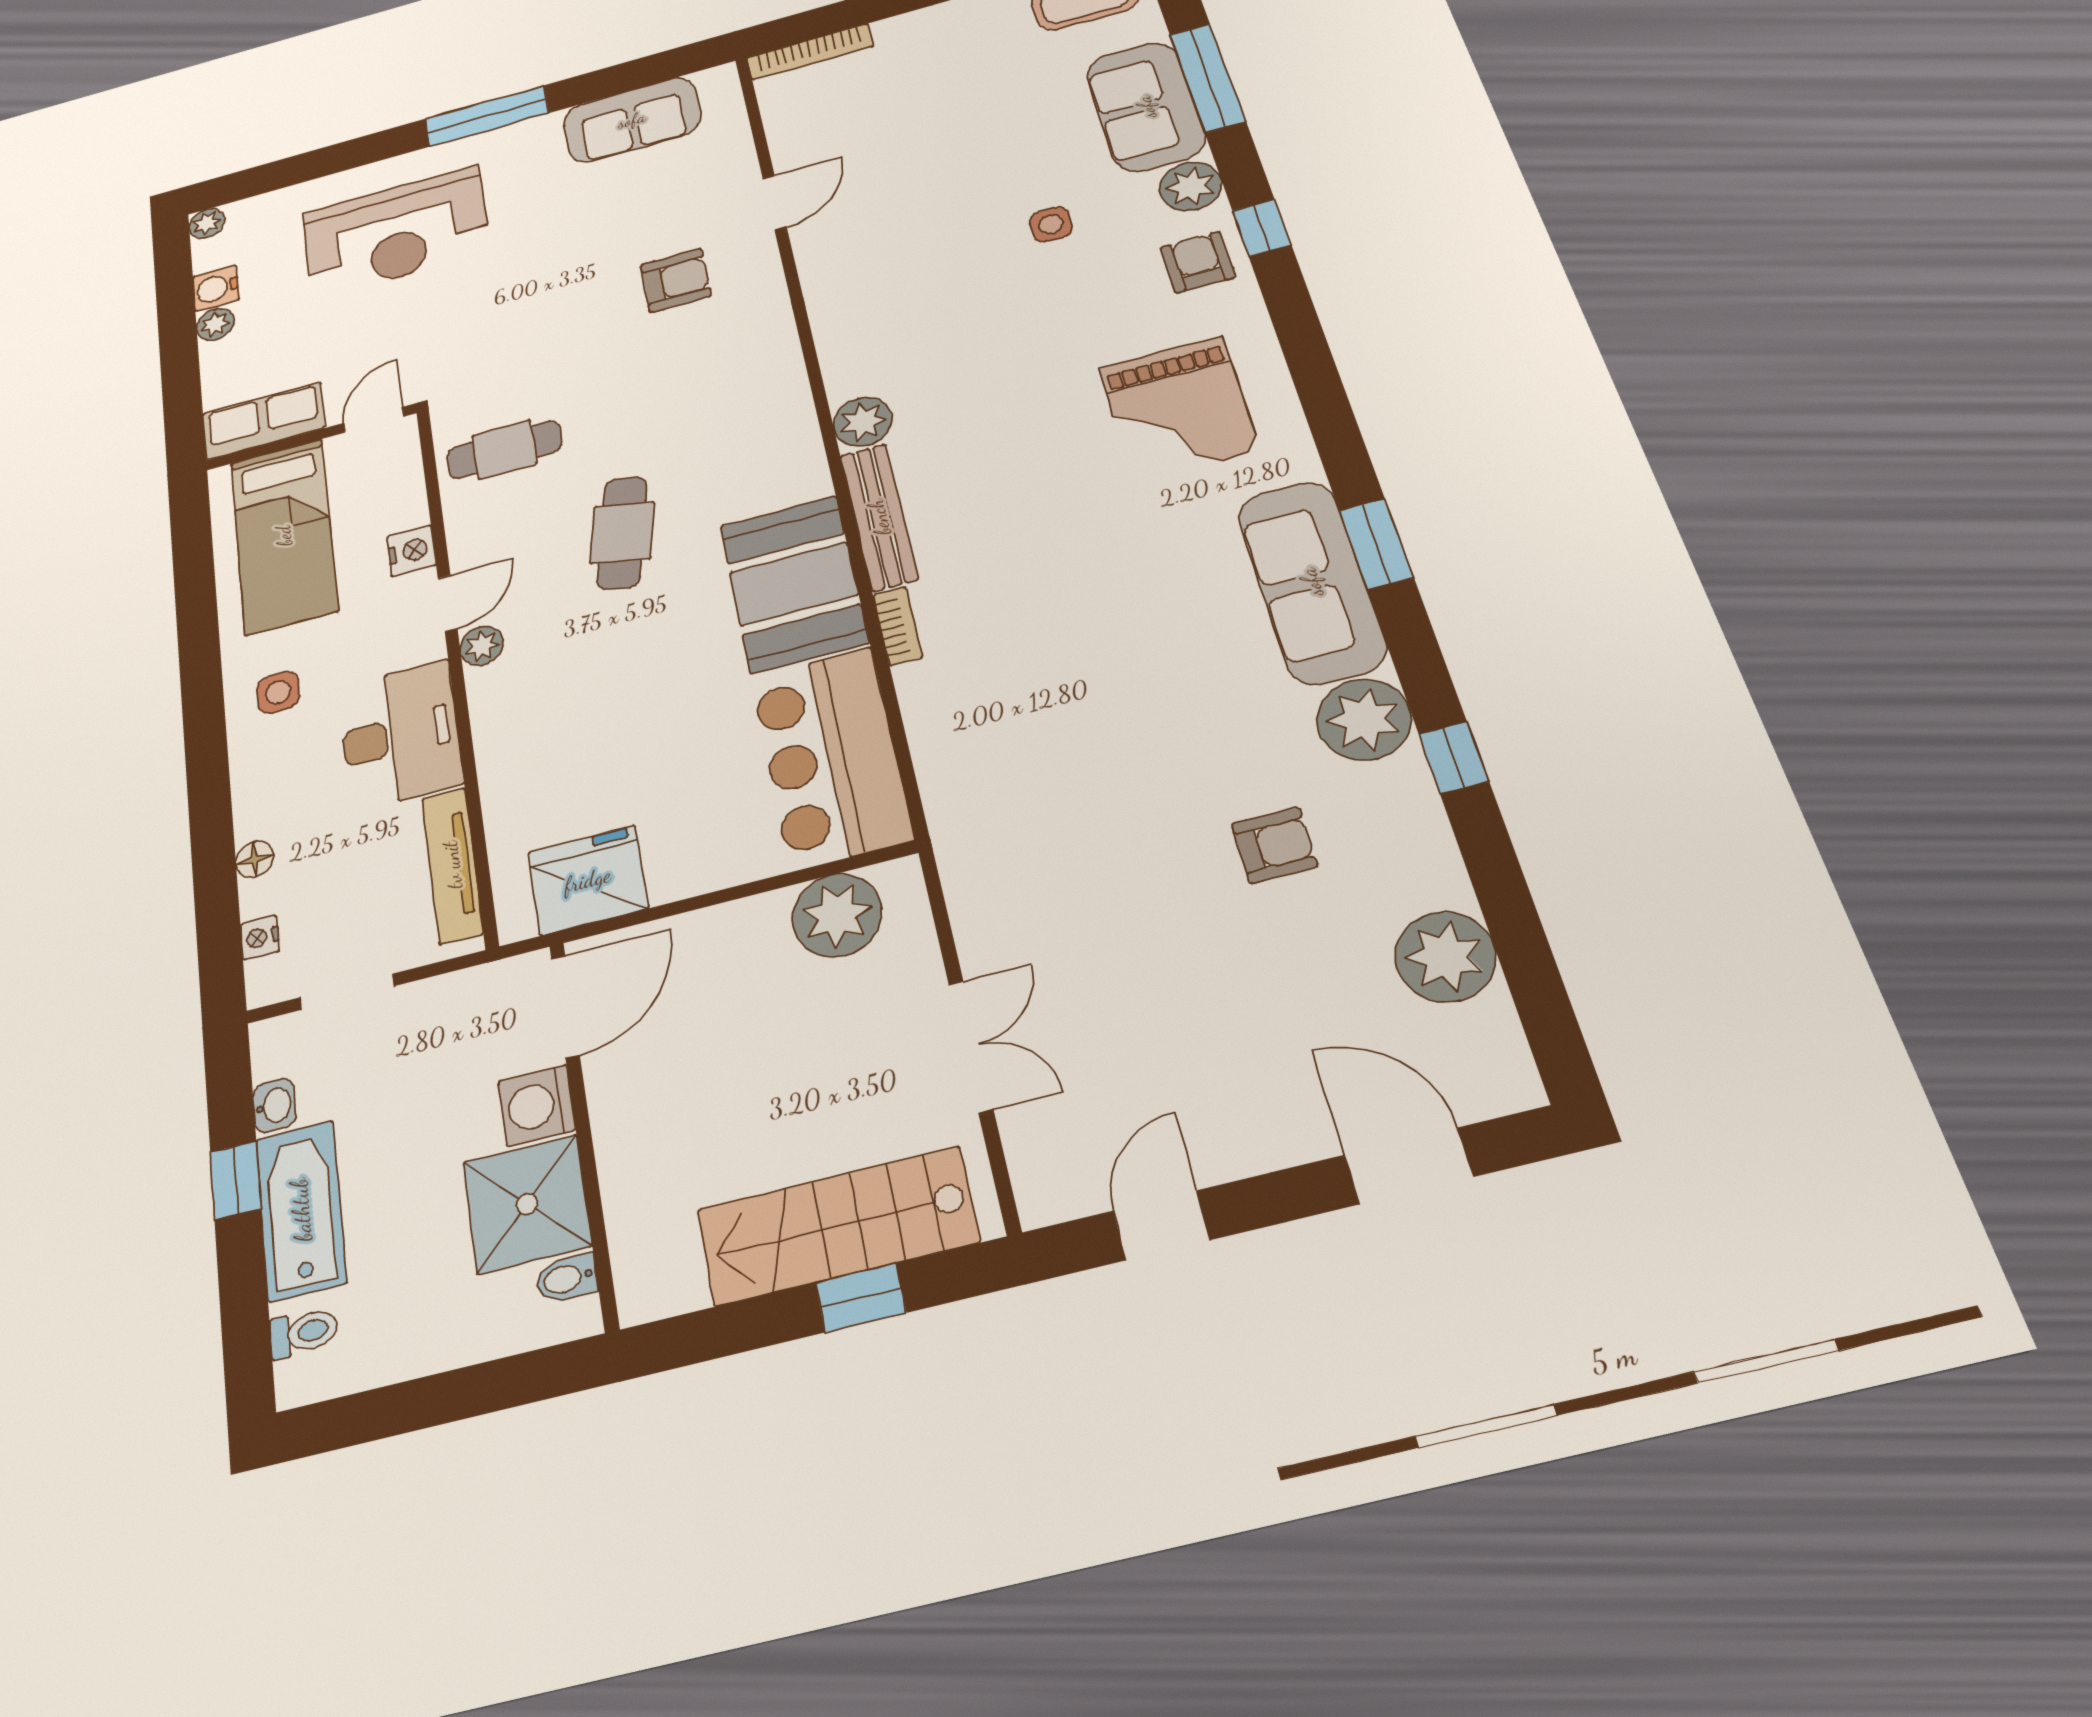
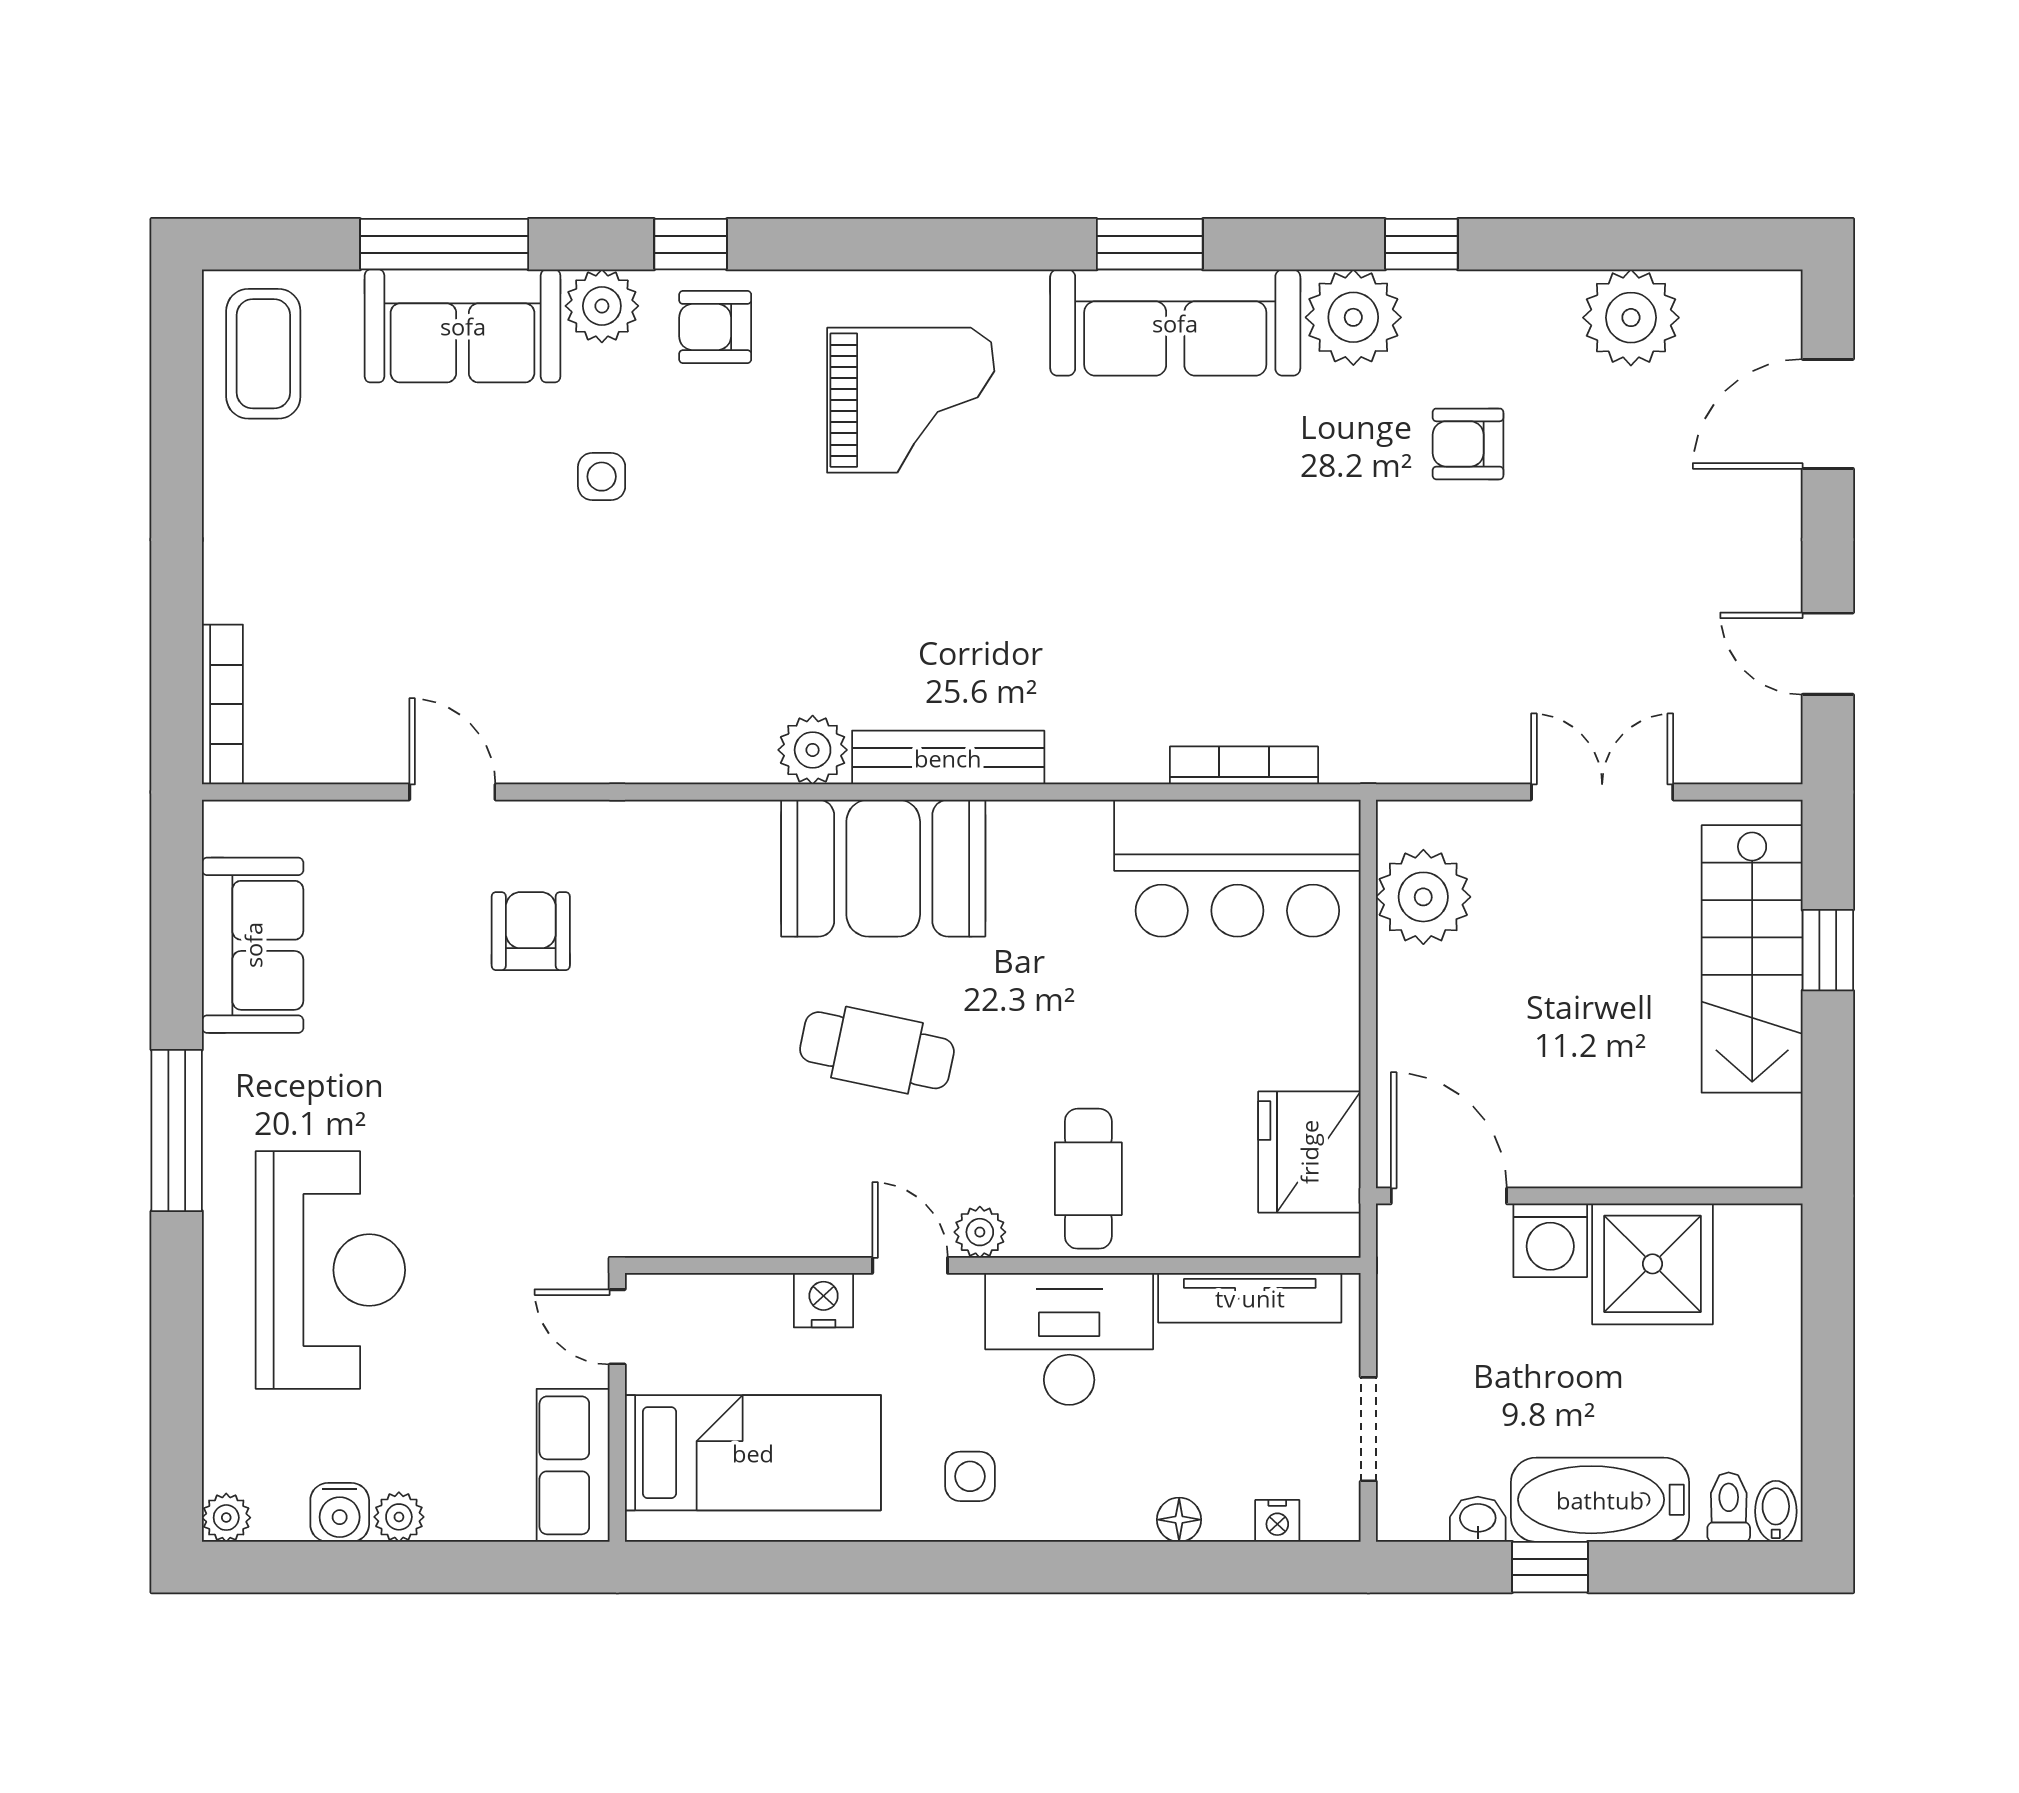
cafe table: (504, 450) -> (1088, 1179), moved
booth: (794, 584) -> (883, 868), moved
bookcase: (898, 626) -> (1244, 765), moved, width x1.56
armchair: (1274, 845) -> (1468, 444), turned -90
bidet: (567, 1278) -> (1776, 1511), moved, turned 180

